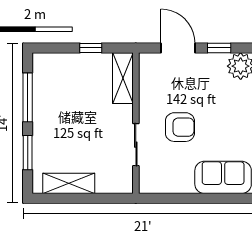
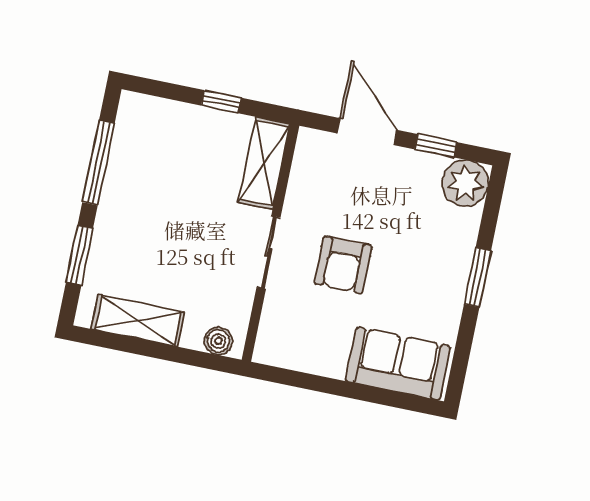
armchair: (180, 127) -> (343, 265), turned 90
sliding door: (136, 145) -> (269, 252), moved
boiler: (117, 186) -> (218, 341), added

